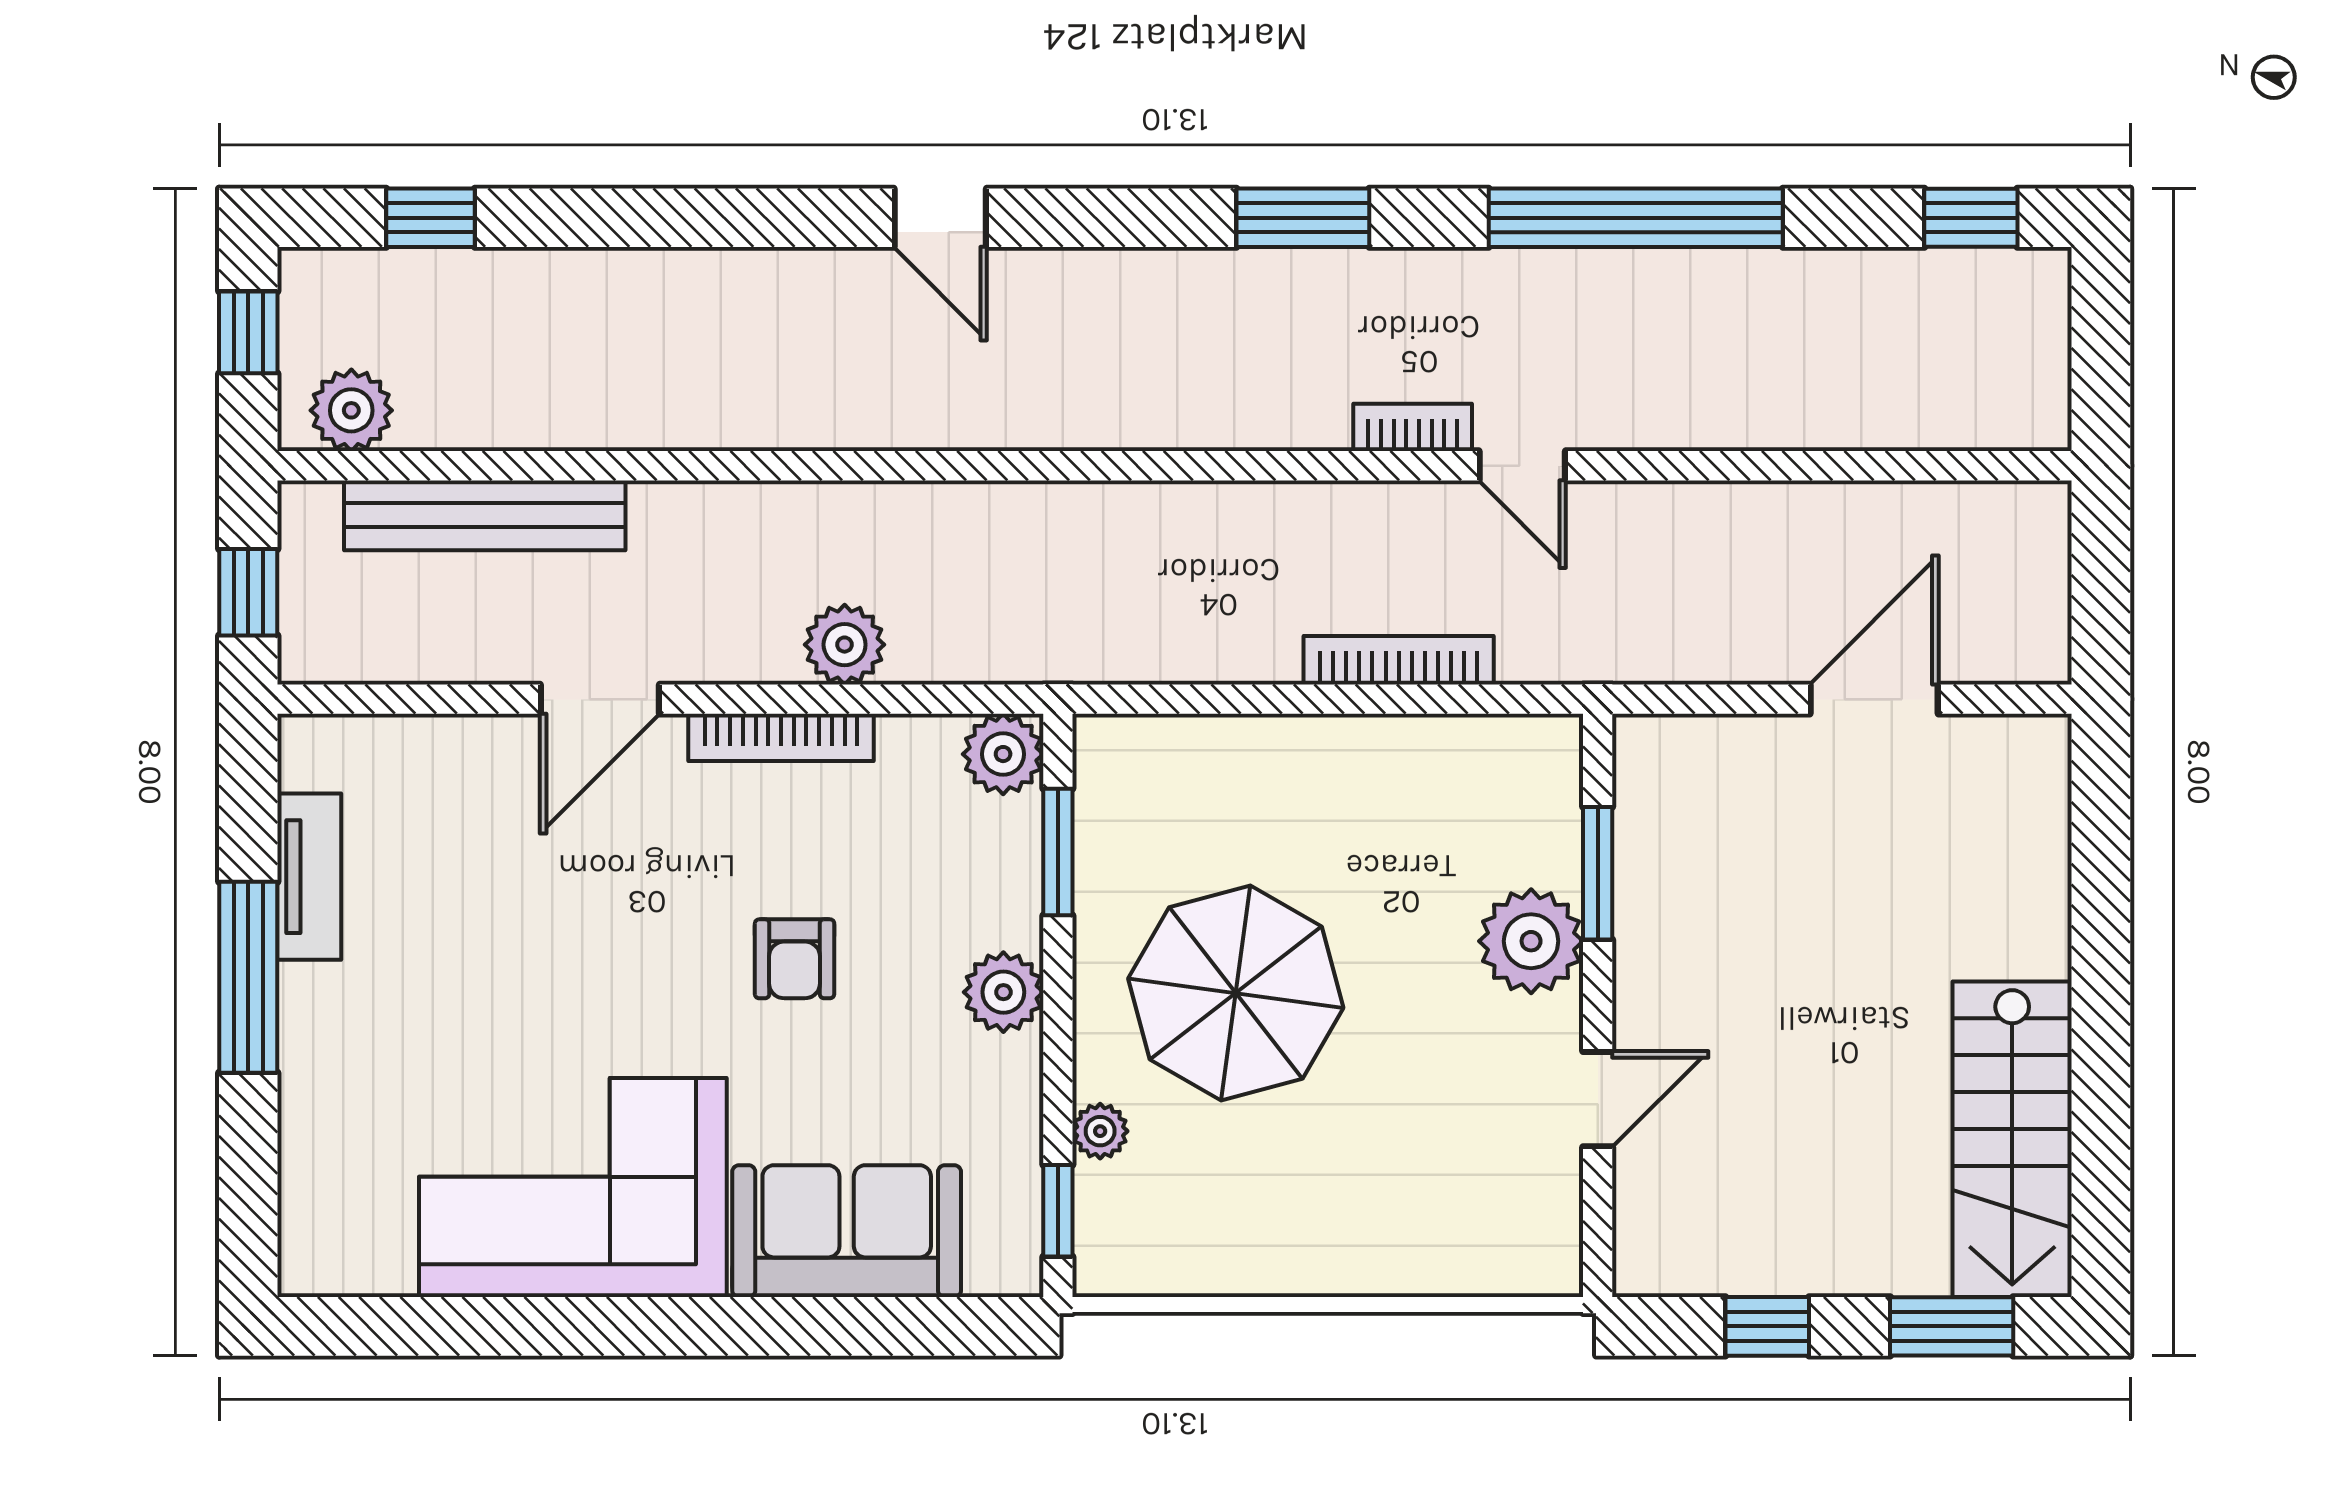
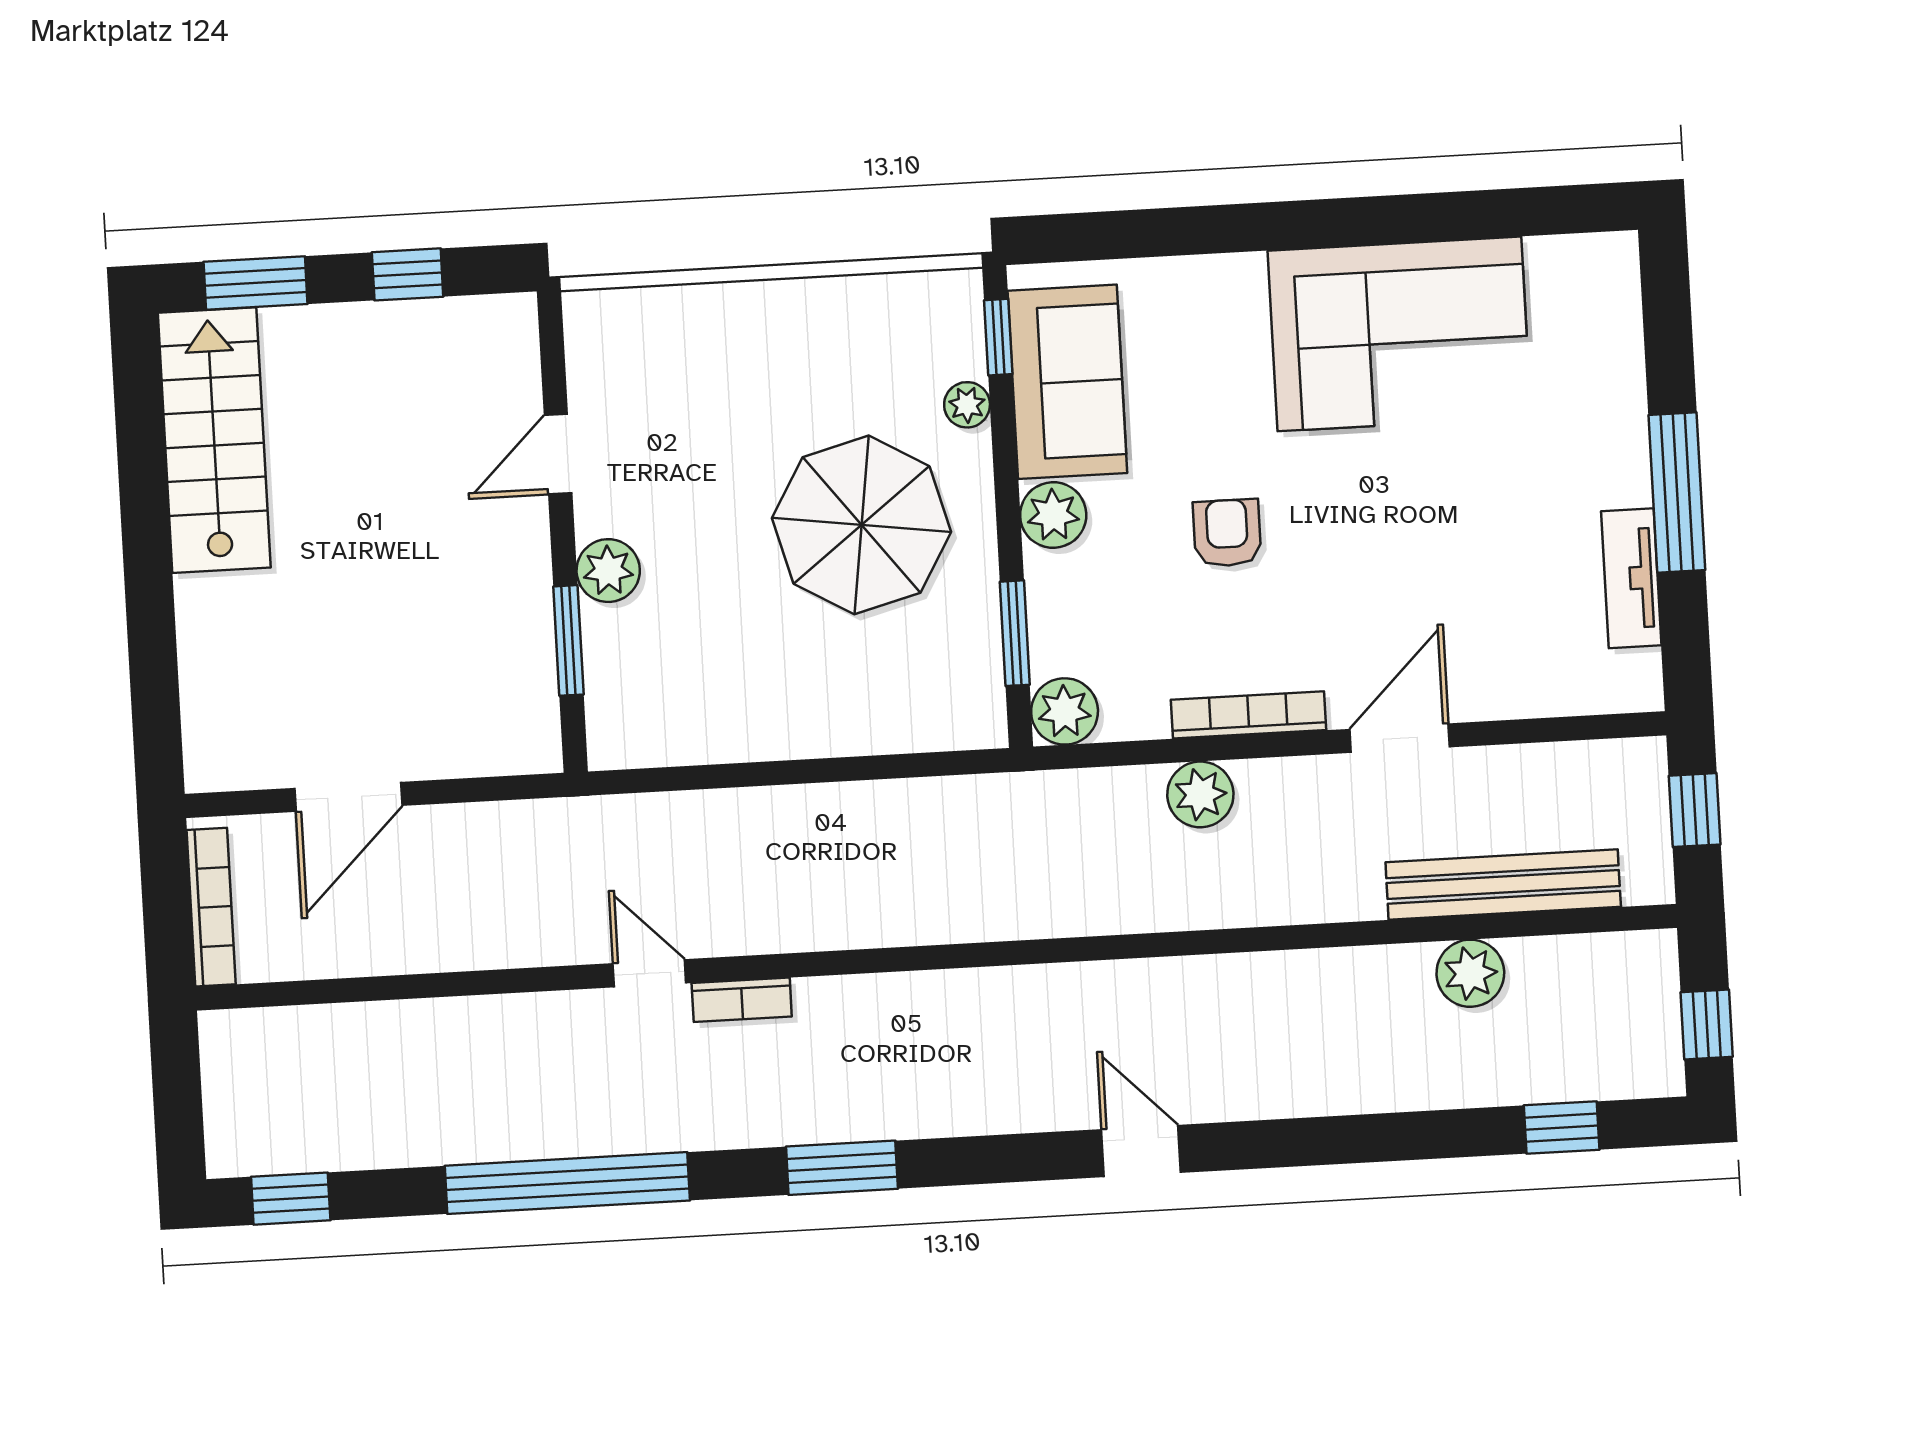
plant: (351, 410) -> (1470, 973), moved
bookcase: (1399, 660) -> (211, 907), moved, turned -90
plant: (1531, 941) -> (608, 571), width x0.73, depth x0.73
sofa: (847, 1231) -> (1067, 382), moved, turned -90

